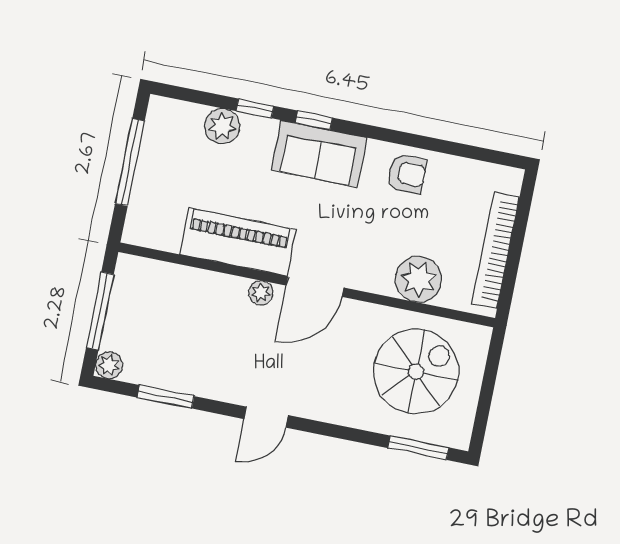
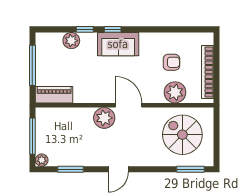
armchair: (407, 173) -> (171, 62), moved
piano: (238, 242) -> (54, 95), moved, width x0.73, depth x0.75
door: (315, 287) -> (129, 105), swing flipped
plant: (261, 293) -> (104, 118), width x1.88, depth x1.88
spiral stairs: (416, 372) -> (182, 135), turned -90

